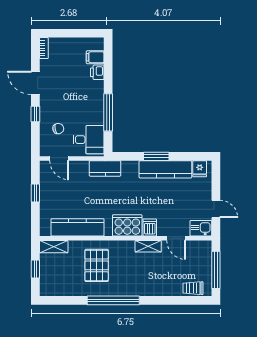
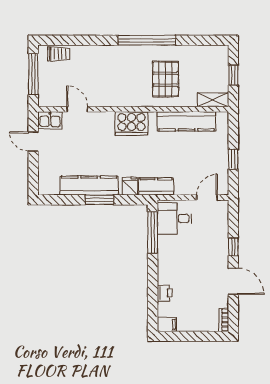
filing cabinet: (95, 57) -> (167, 324), moved
window: (108, 112) -> (153, 232), moved
chair: (58, 129) -> (208, 231), removed
door: (59, 158) -> (207, 198), hinge flipped
fridge: (200, 169) -> (130, 186), moved
dishwasher: (150, 227) -> (107, 121), removed
shelving: (148, 246) -> (108, 100), removed

